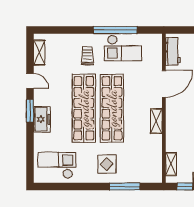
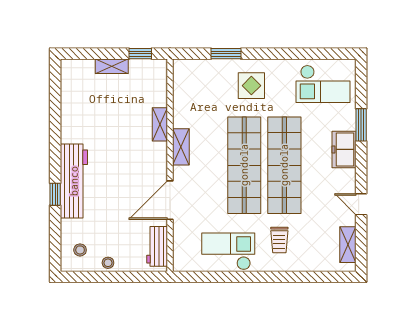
window: (115, 30) -> (240, 277), removed
window: (30, 111) -> (361, 125), moved
shelving: (171, 164) -> (160, 124), moved
window: (125, 186) -> (226, 54), width x0.69

